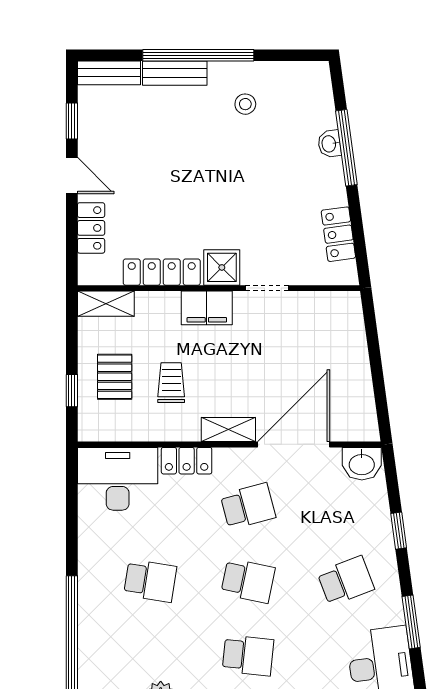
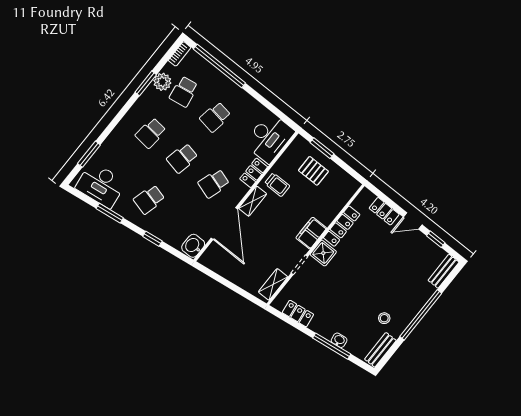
bench: (175, 73) -> (380, 350), moved
shelving: (106, 304) -> (273, 284), moved
trolley: (171, 383) -> (277, 185), moved
window: (72, 391) -> (322, 148), width x1.50
school desk: (248, 506) -> (214, 183), turned 33
school desk: (346, 581) -> (149, 199), turned 36
school desk: (150, 655) -> (184, 92), added

